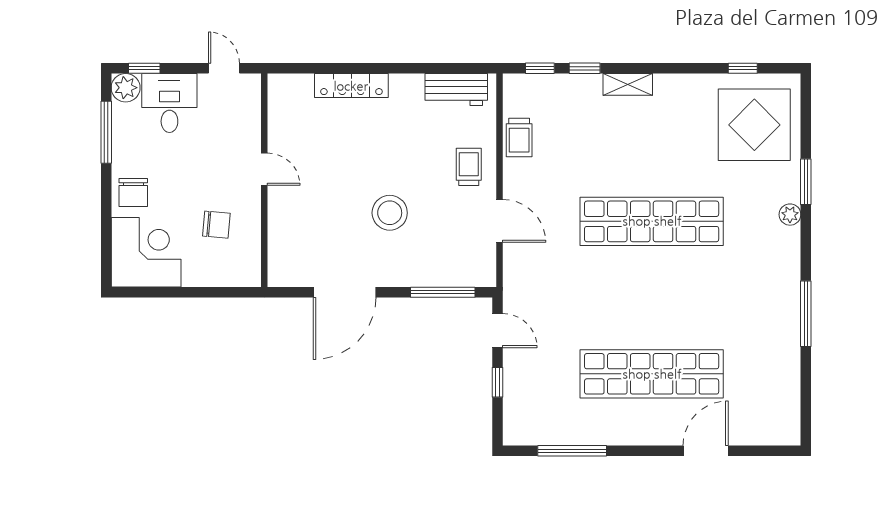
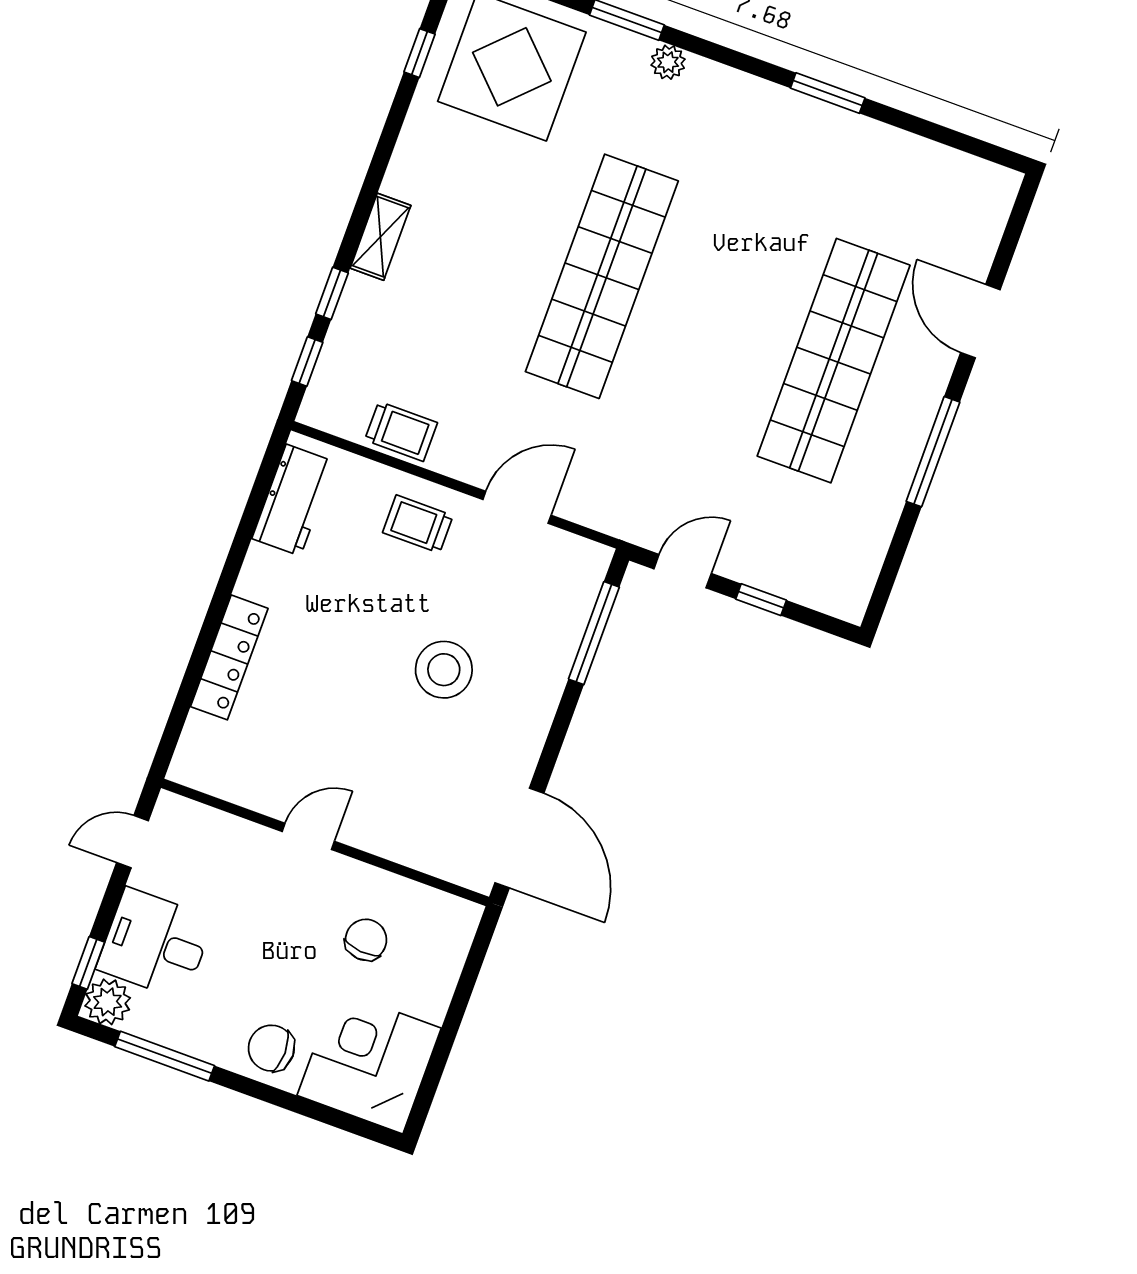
chair: (133, 193) -> (271, 1048), turned 180
door: (345, 292) -> (519, 838), moved
window: (806, 314) -> (828, 93), width x0.69
window: (572, 451) -> (933, 452), moved

